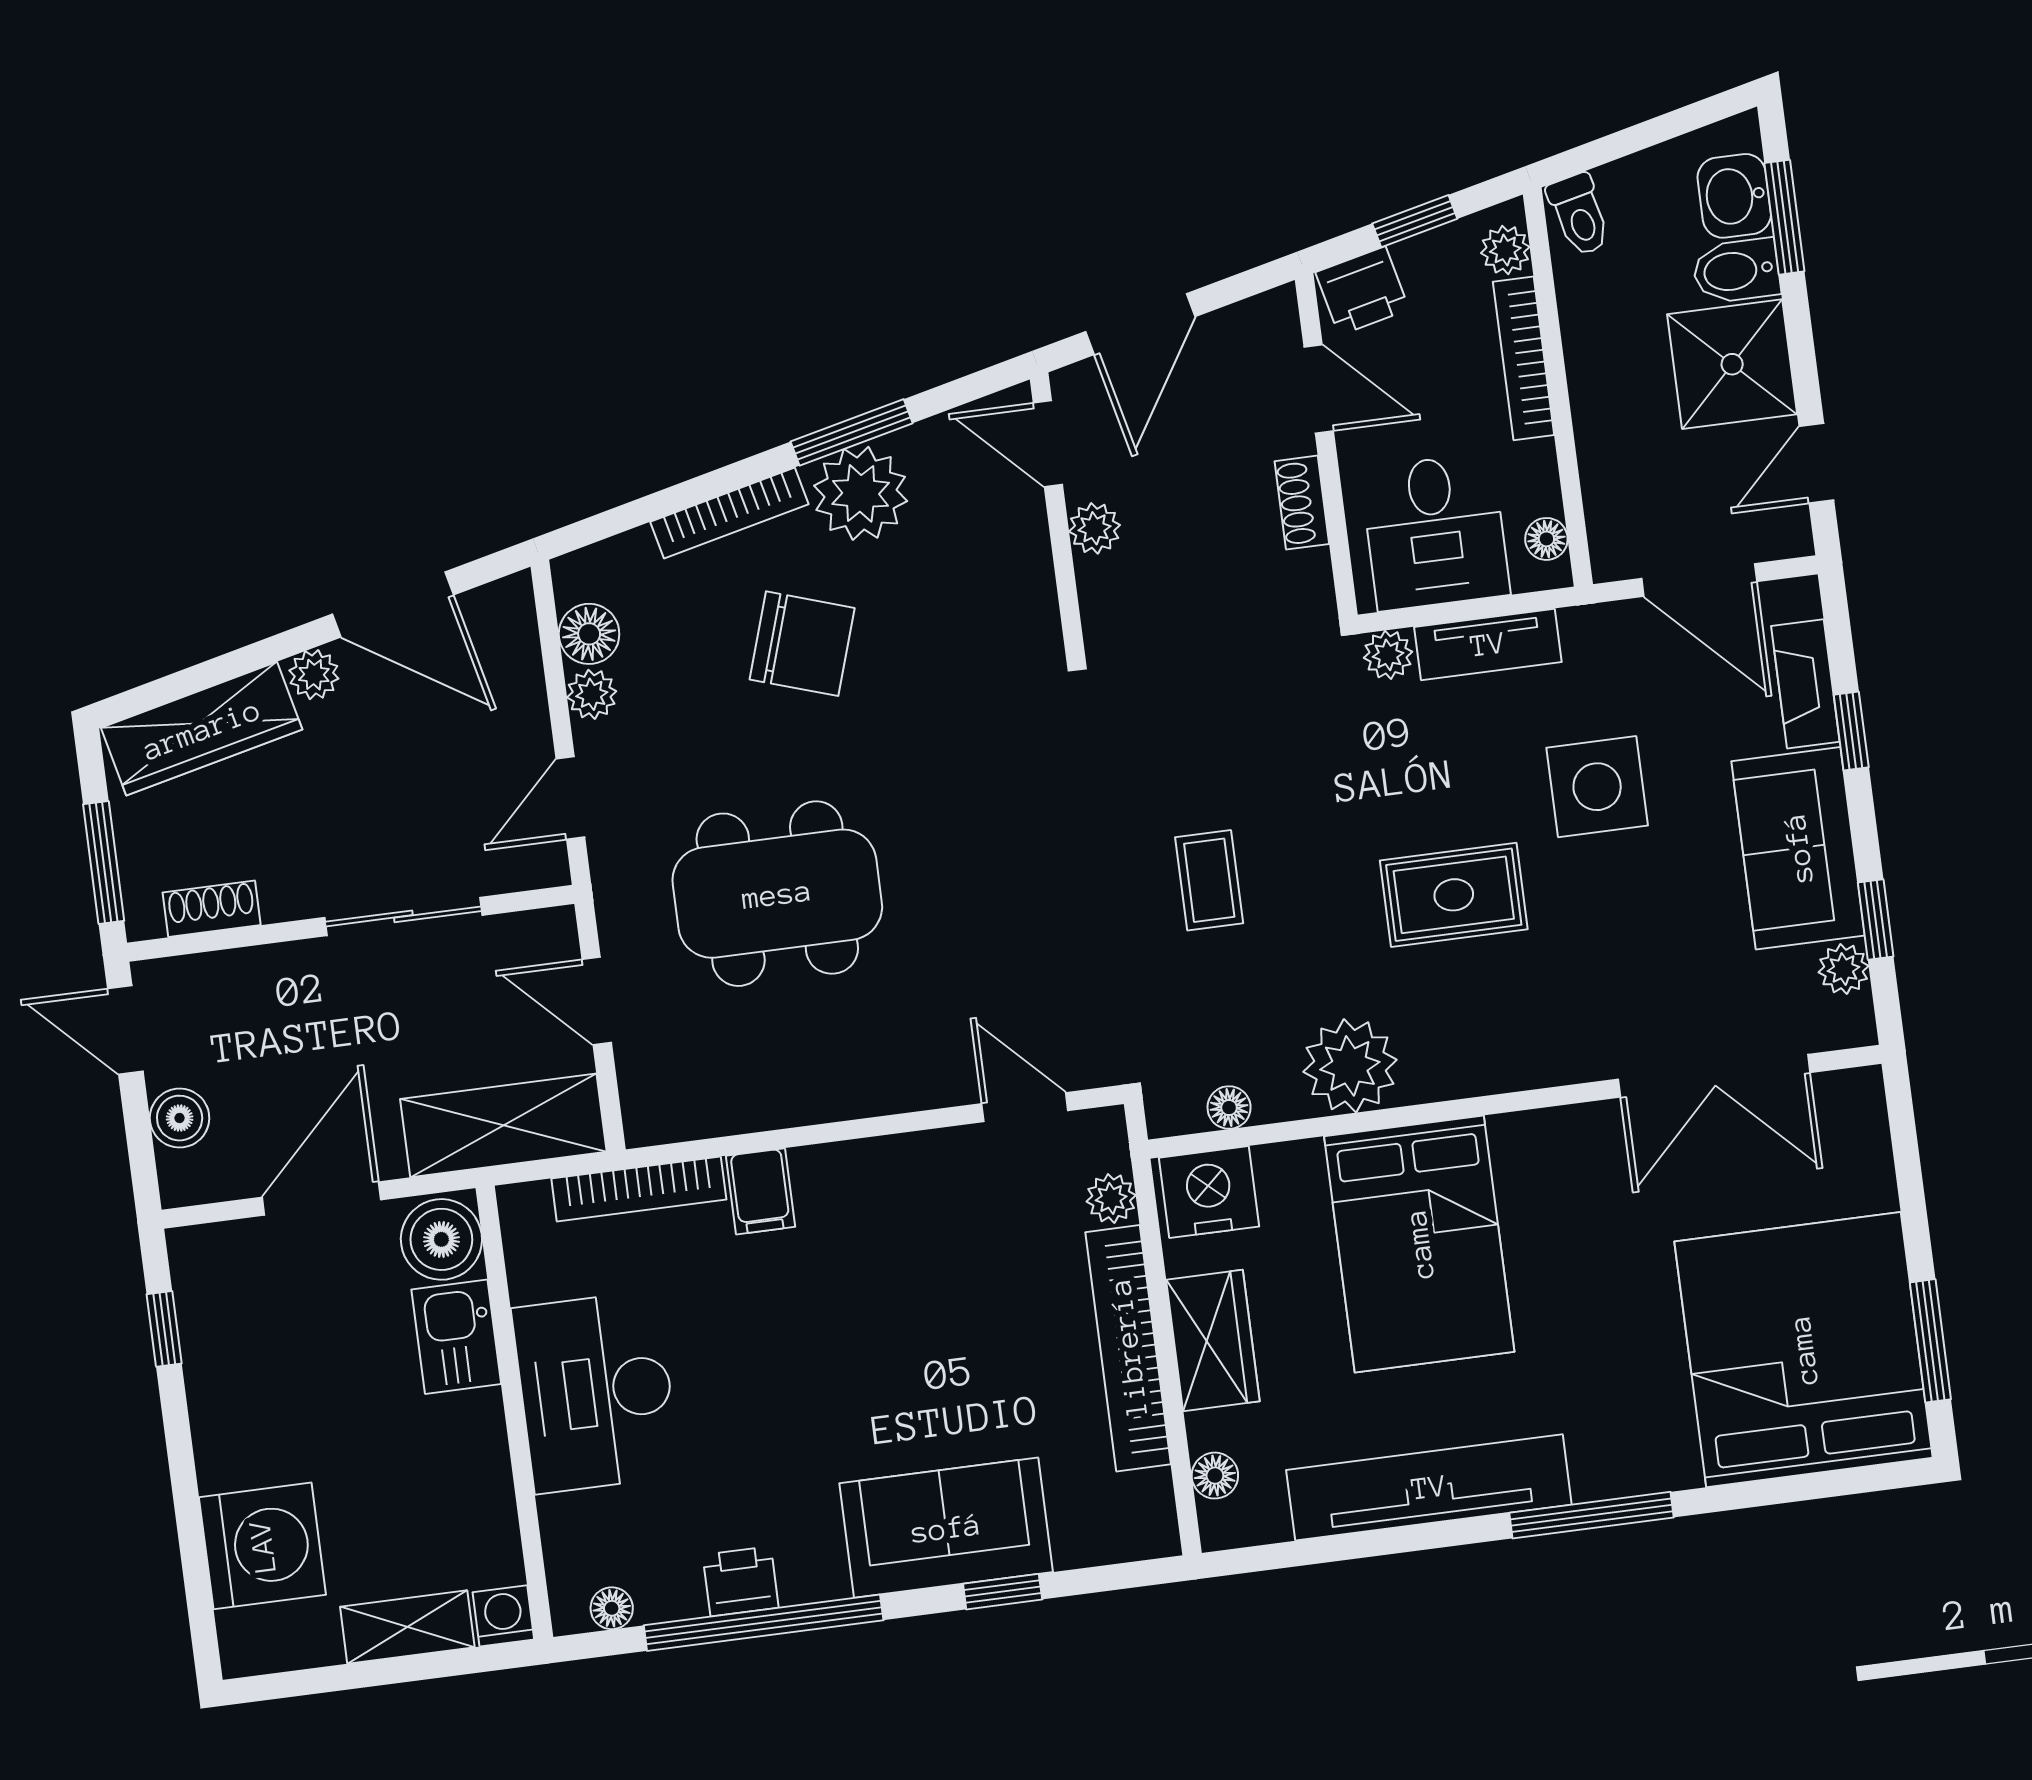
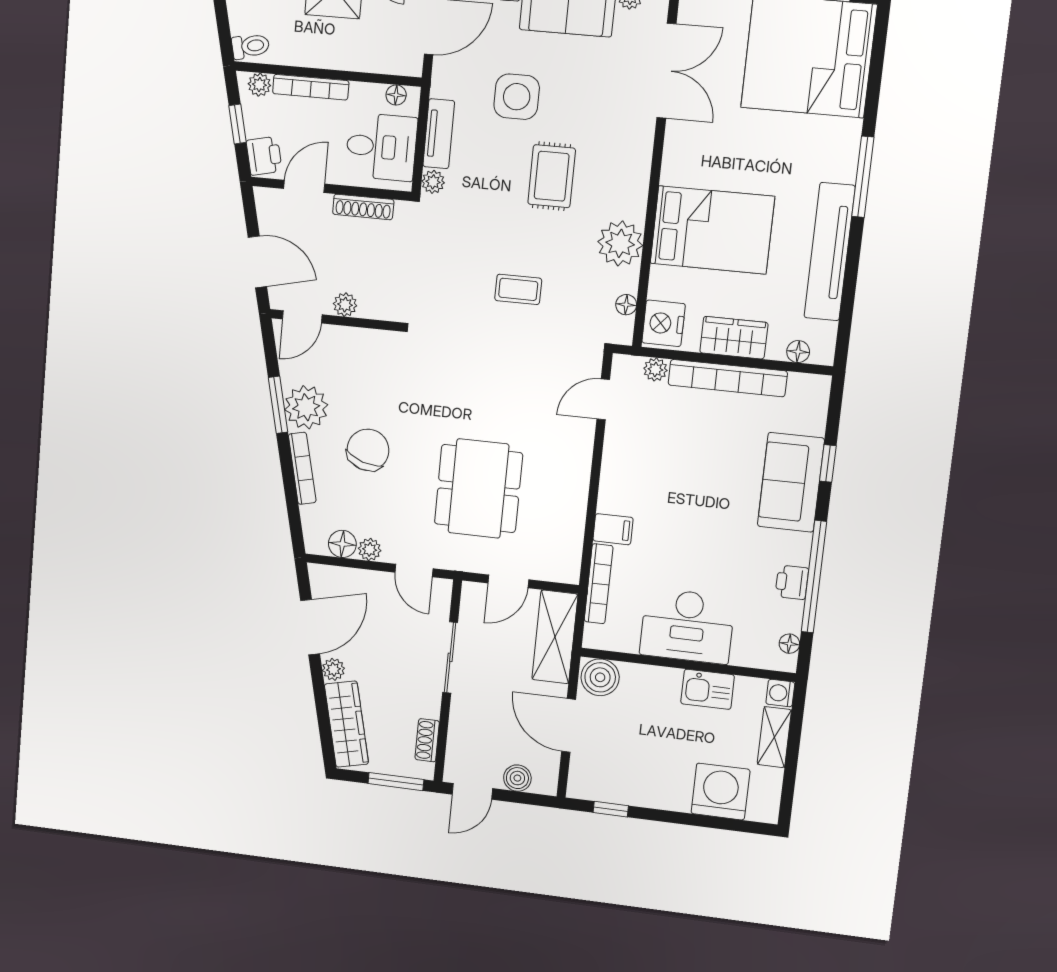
shoe rack: (1302, 503) -> (363, 207), width x1.43
kitchen sink: (456, 1337) -> (708, 689), moved

